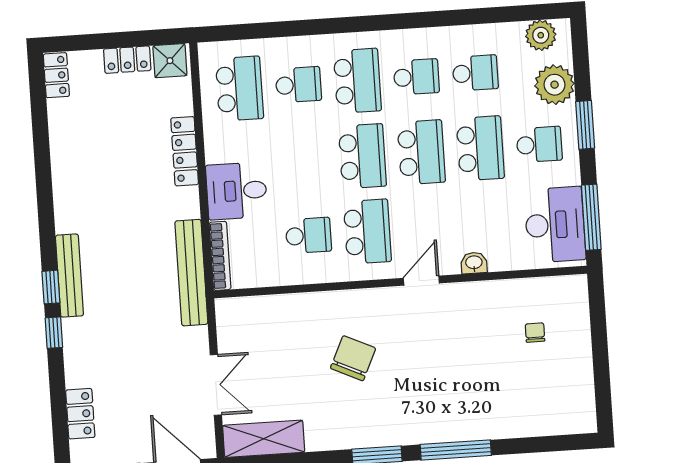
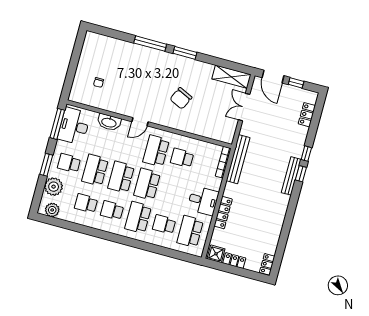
desk: (237, 191) -> (203, 201), moved
washbasin: (474, 263) -> (109, 122), width x1.91, depth x1.45

